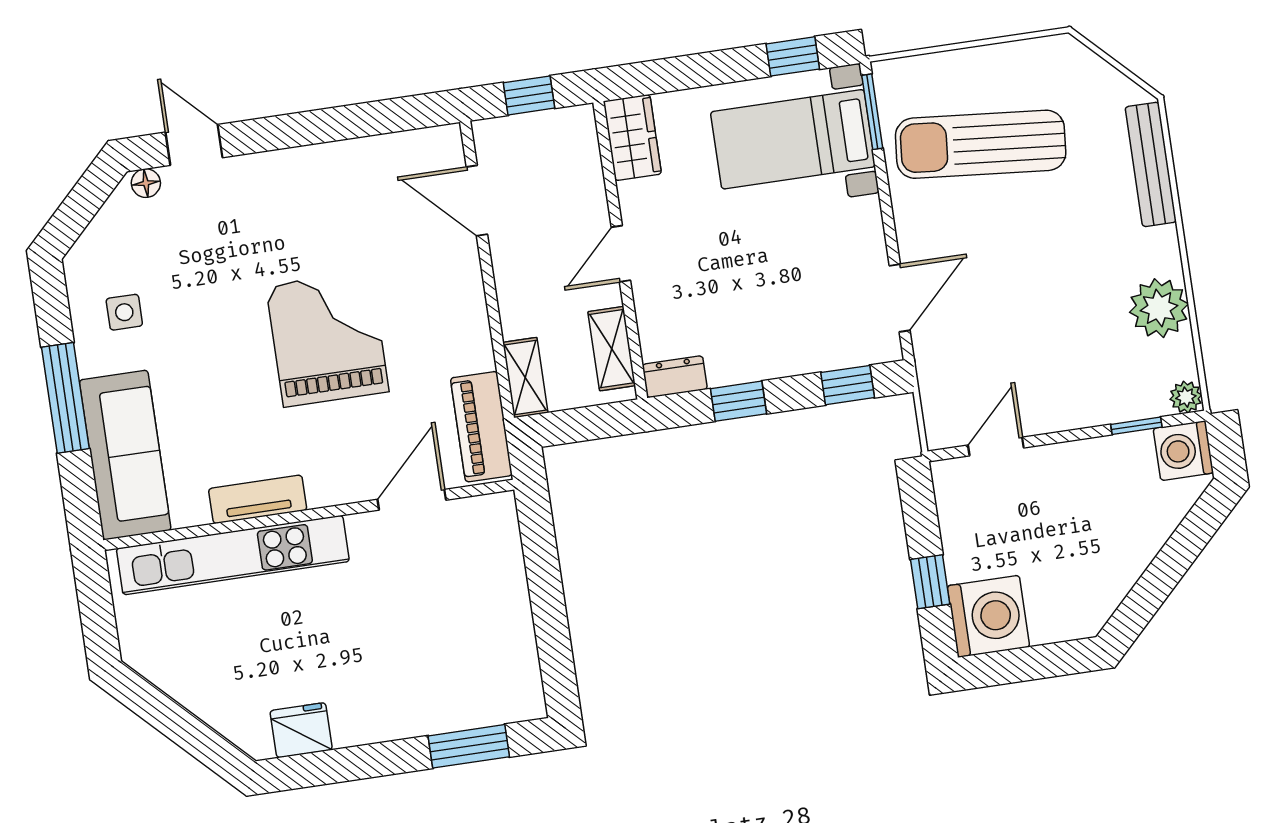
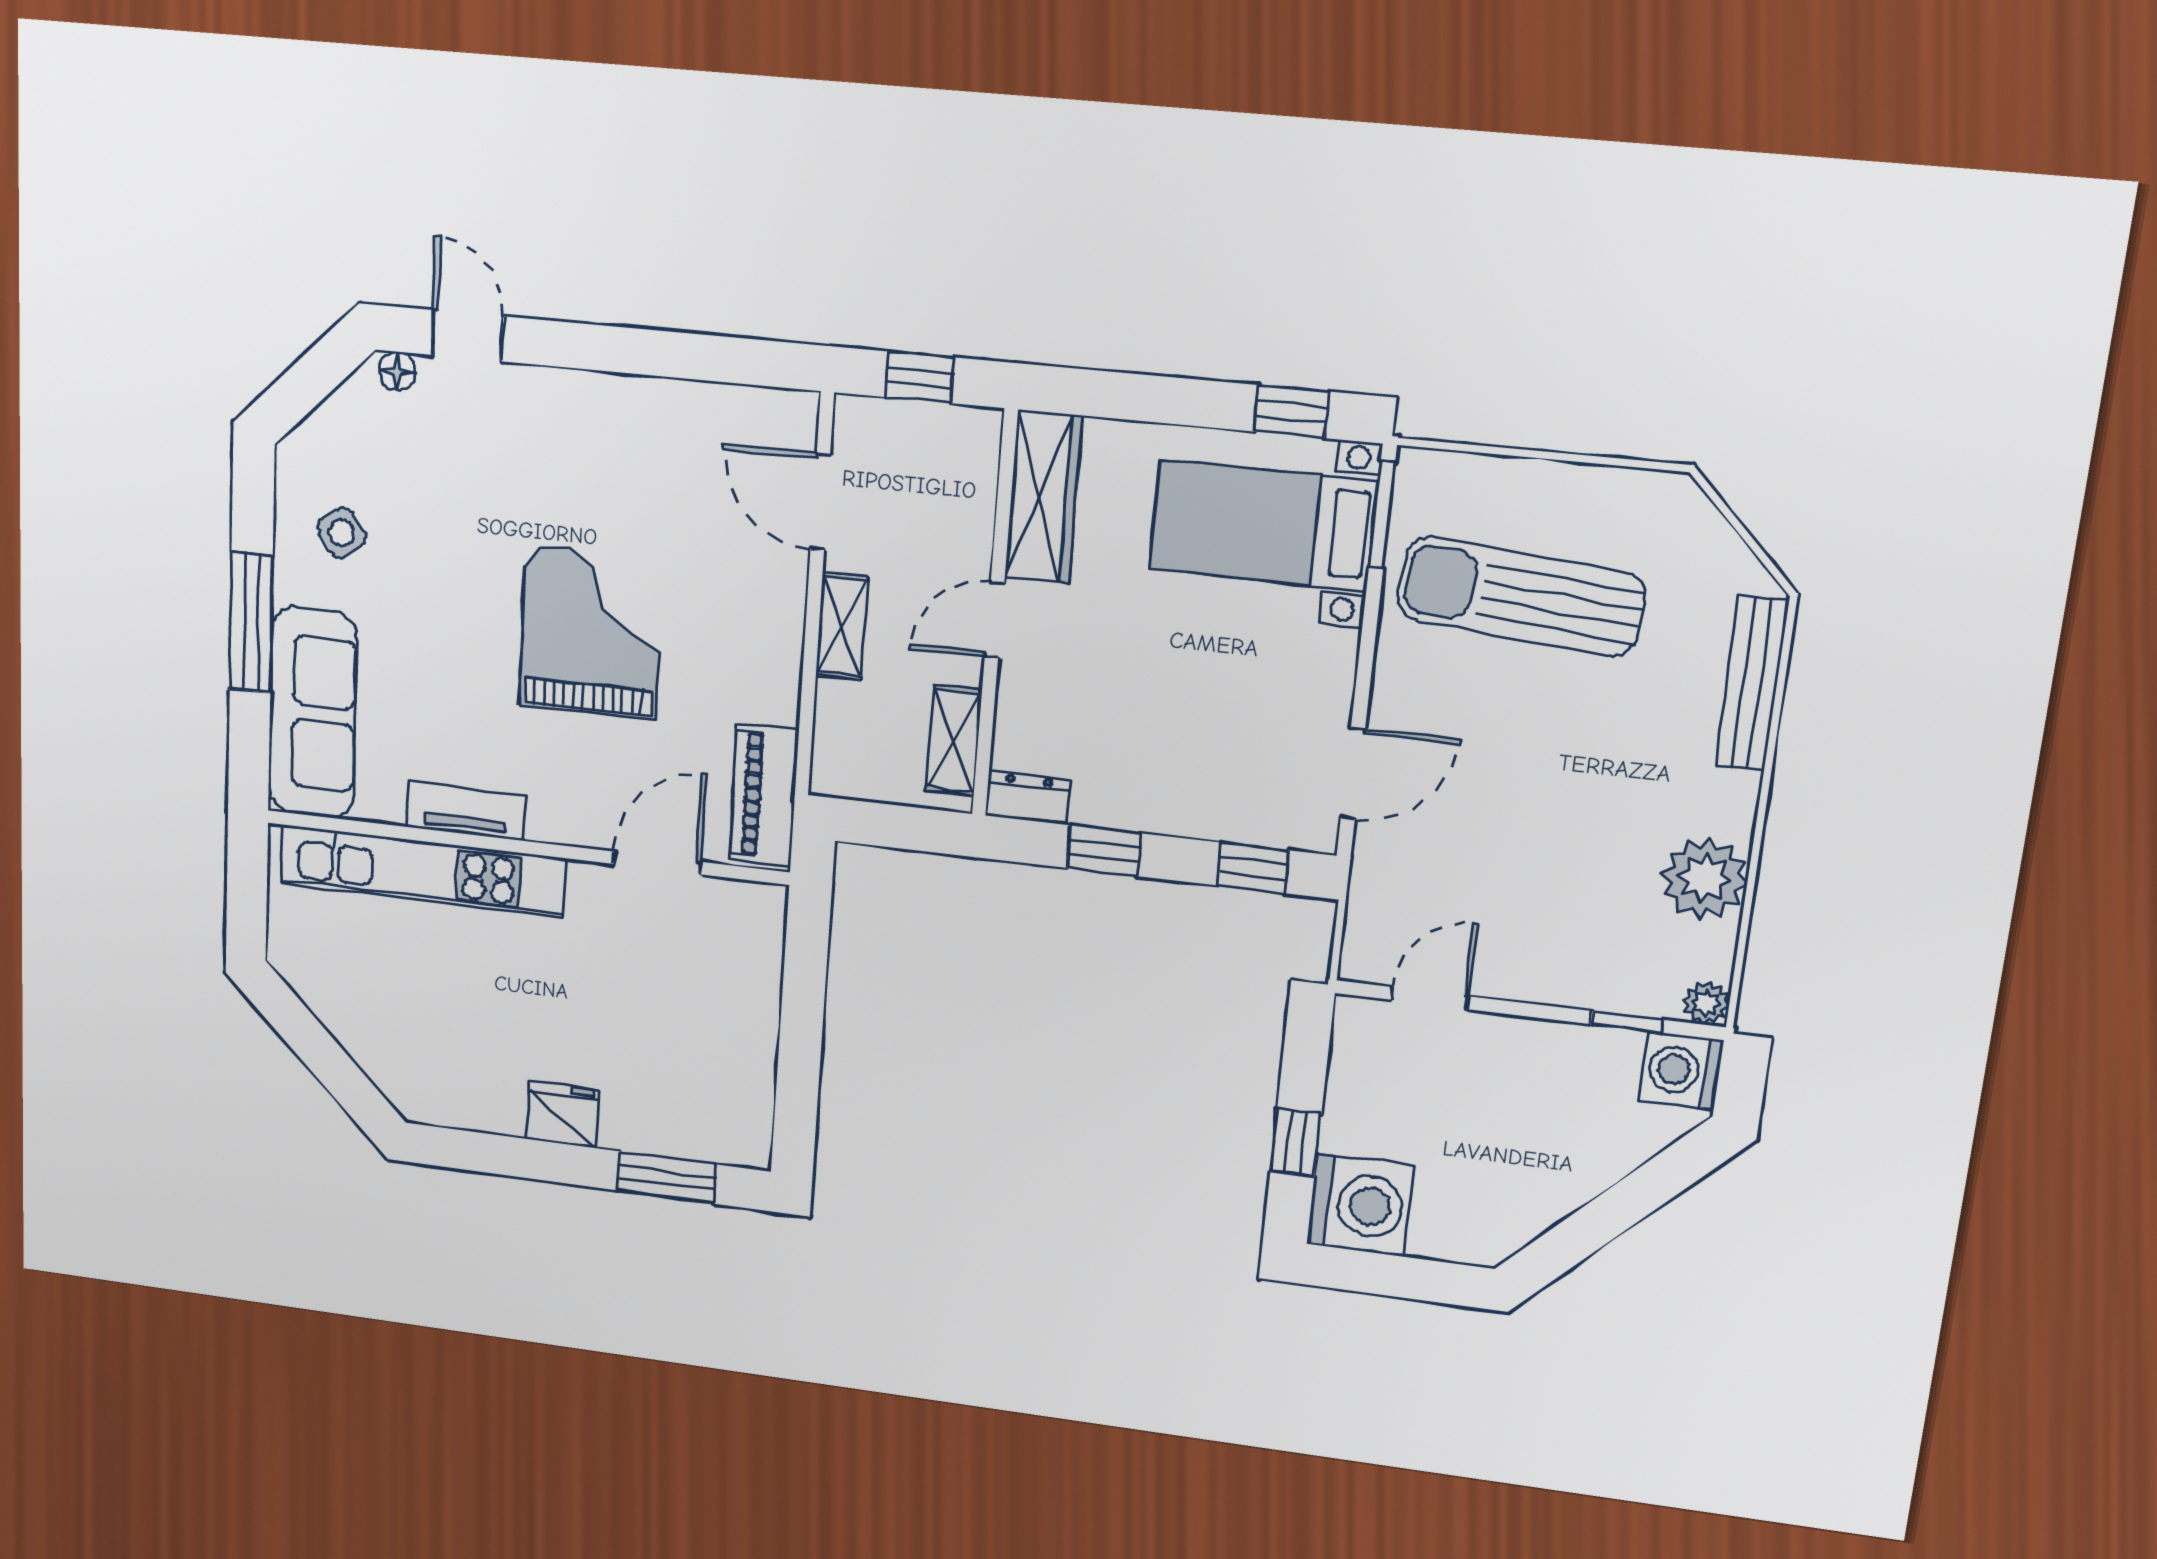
wardrobe: (632, 138) -> (1043, 497), width x1.50
side table: (124, 312) -> (342, 533), turned -36
shelving: (525, 377) -> (842, 626), moved
fridge: (301, 730) -> (563, 1115), moved

